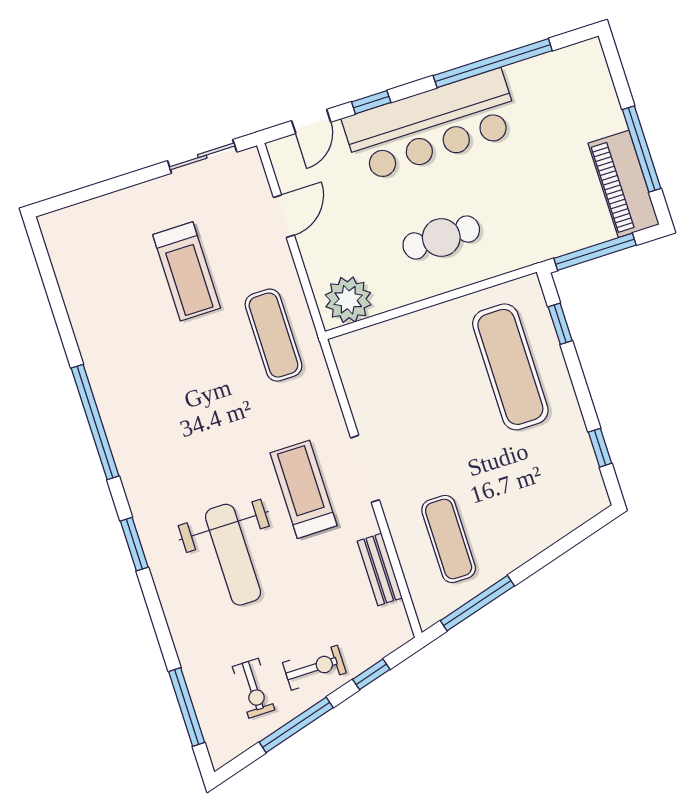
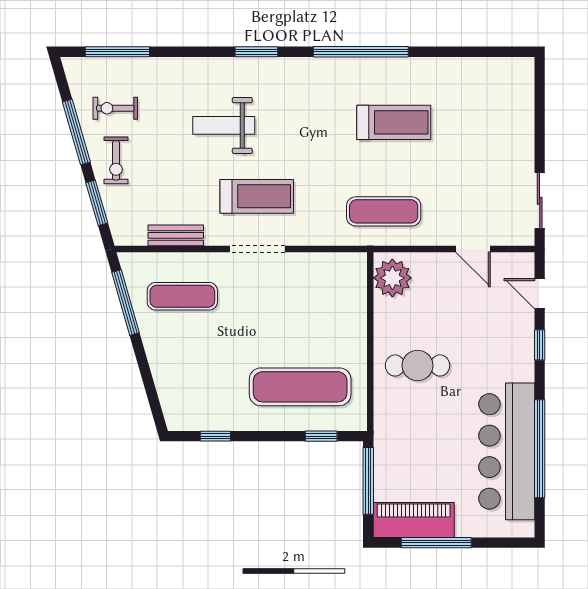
bar counter: (431, 125) -> (507, 451), moved
cafe table: (441, 237) -> (417, 365), turned 90
treadmill: (187, 271) -> (394, 122), moved, turned 180
weight bench: (233, 555) -> (224, 125), width x0.73, depth x0.75
window: (371, 674) -> (97, 203), width x1.50

